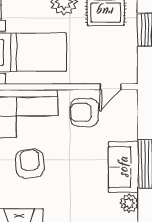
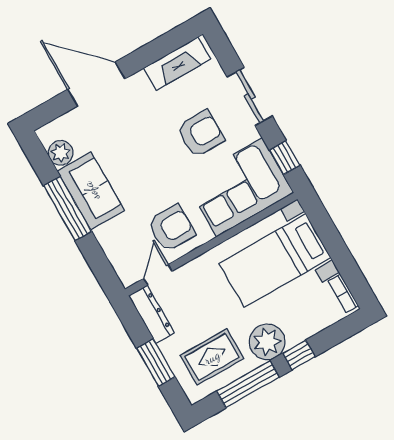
dresser: (130, 63) -> (151, 314), added
armchair: (30, 164) -> (201, 134), turned -87

